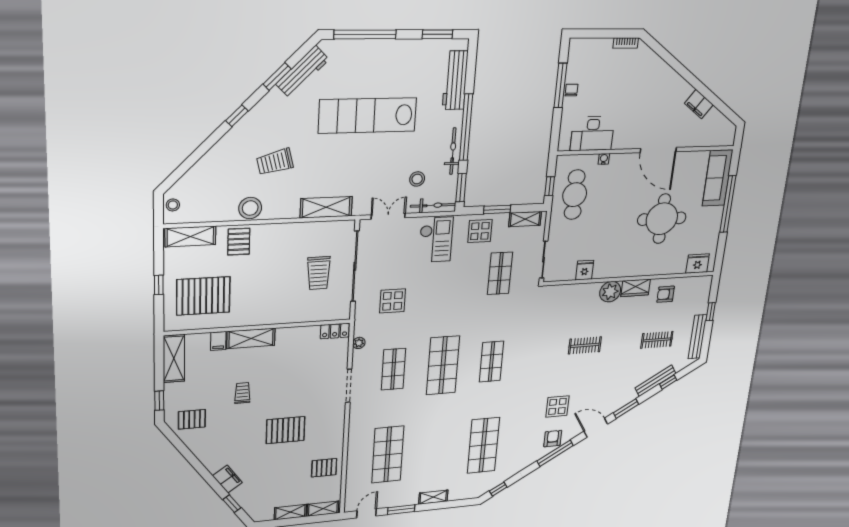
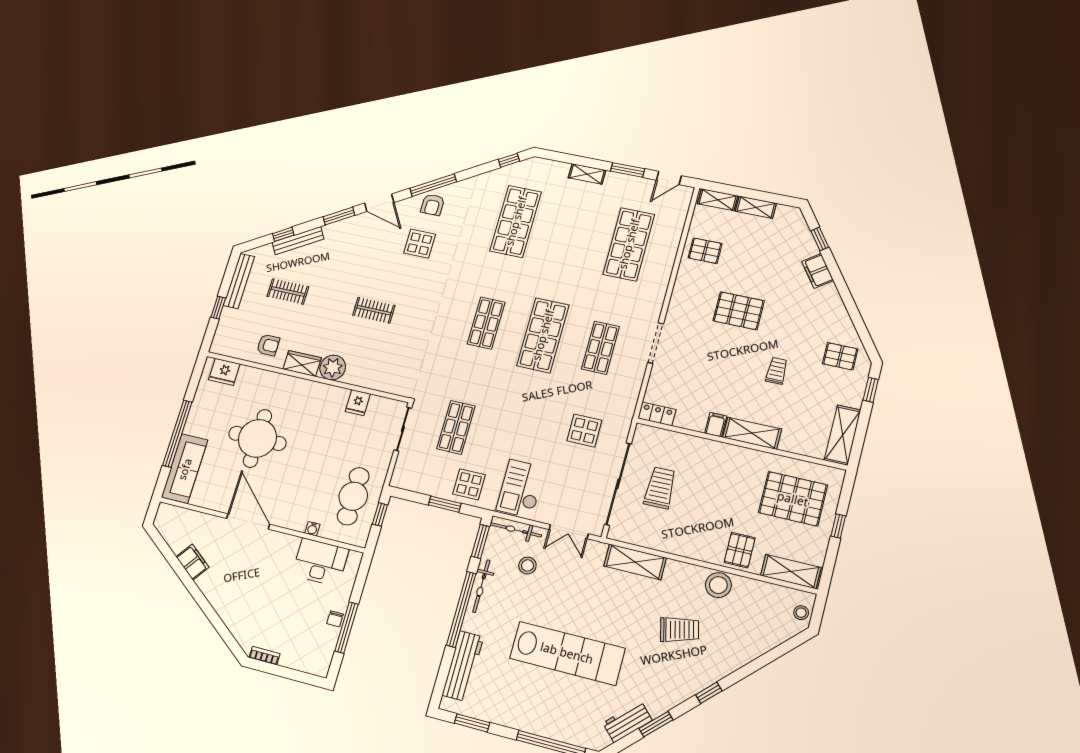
workbench: (302, 72) -> (627, 722), width x0.73
shelving: (525, 219) -> (415, 484), removed
filing cabinet: (218, 341) -> (716, 425), moved
plant: (359, 343) -> (633, 391), removed
trolley: (242, 393) -> (777, 371), turned 180

